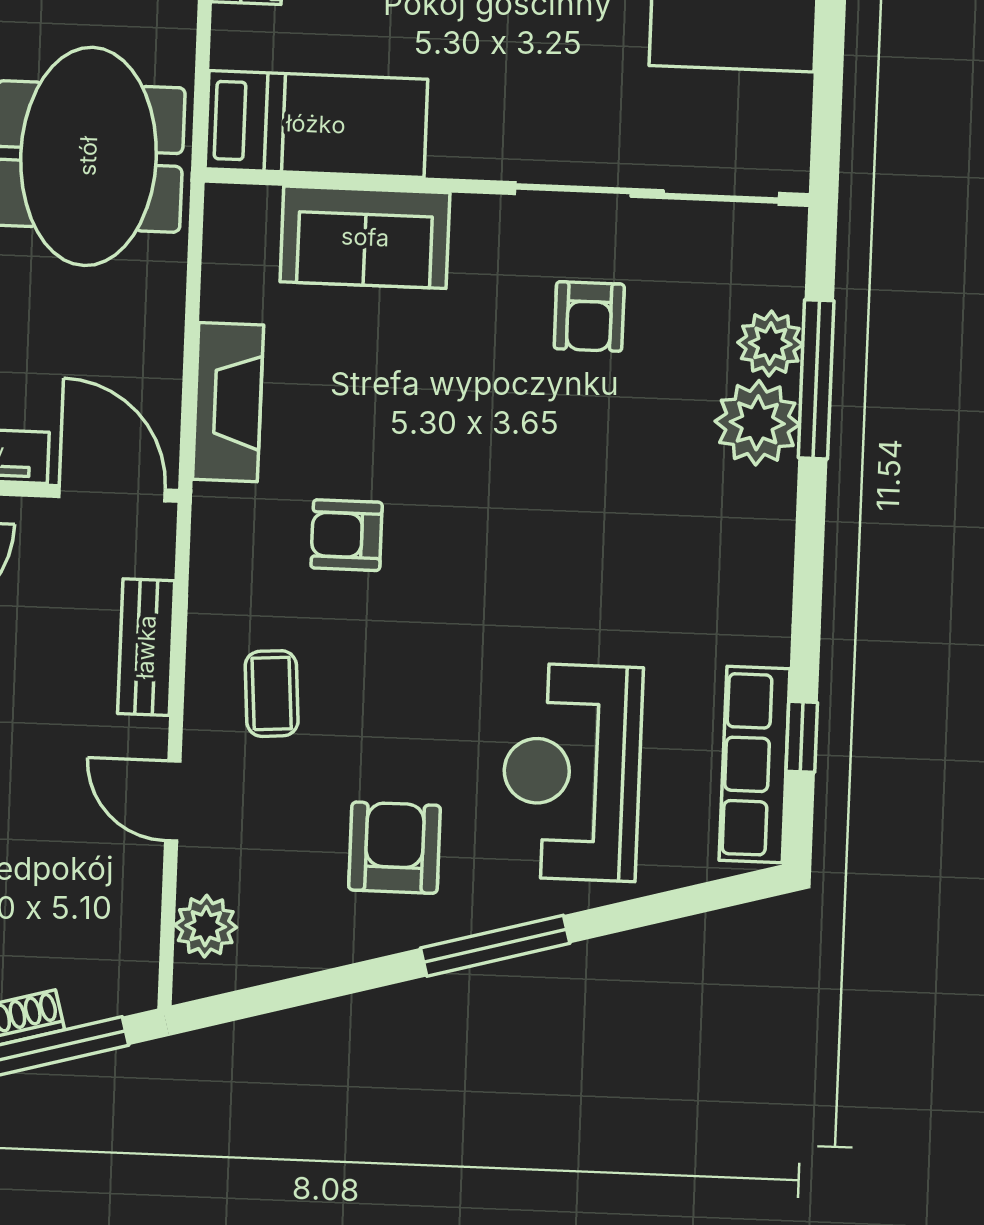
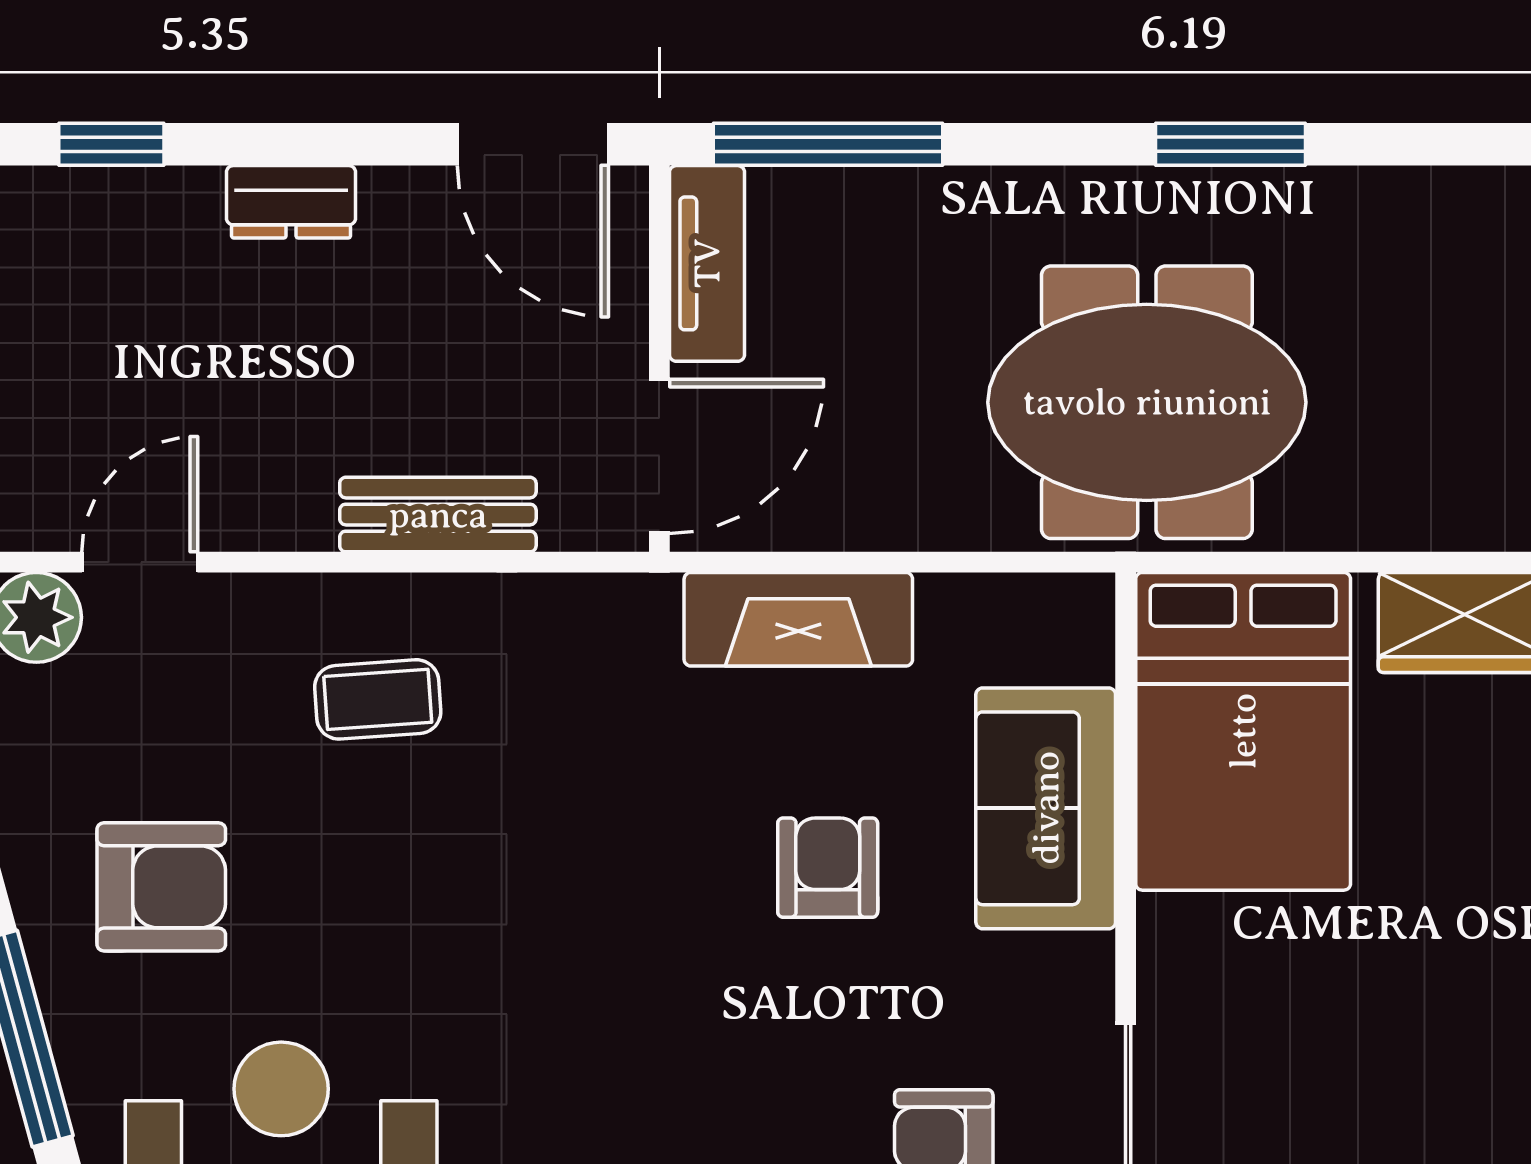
bed: (316, 124) -> (1243, 731), width x1.50
armchair: (347, 535) -> (828, 868), moved
door: (173, 801) -> (140, 562), moved

